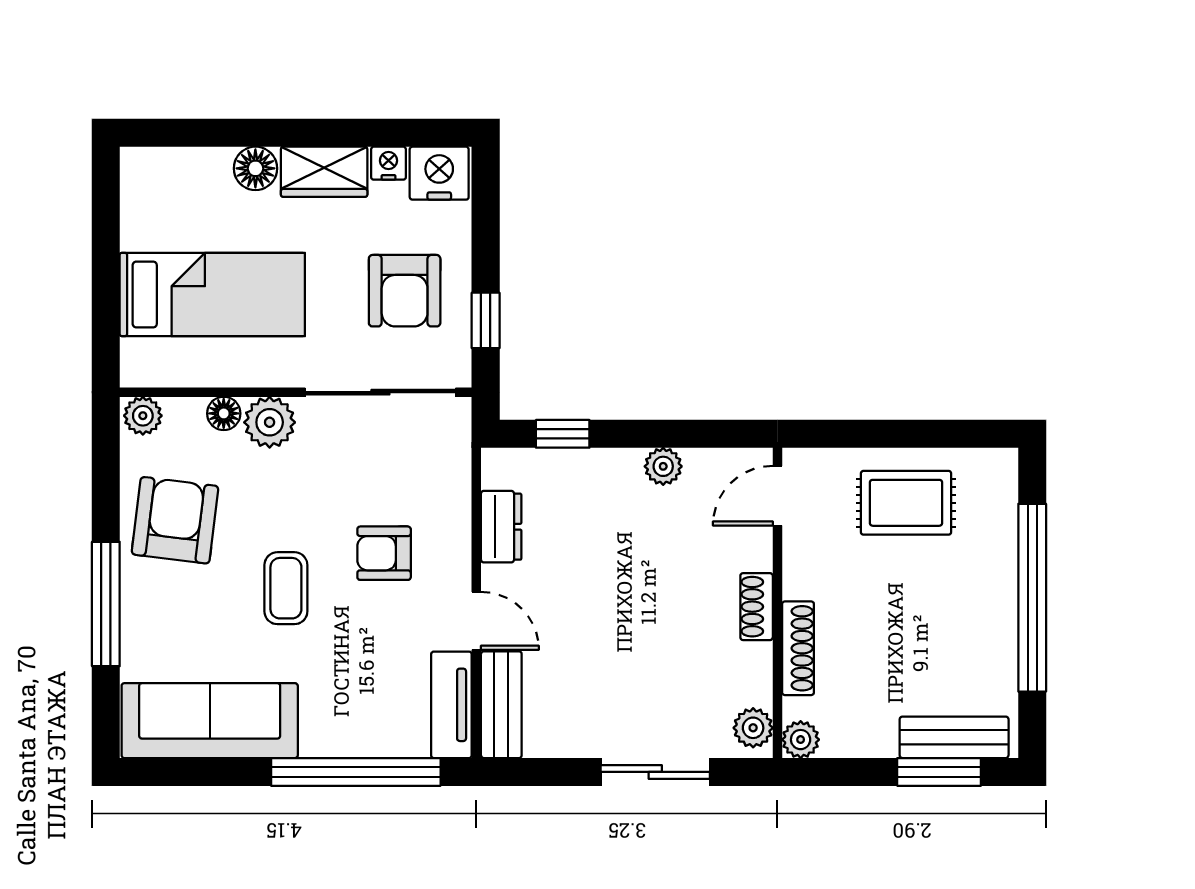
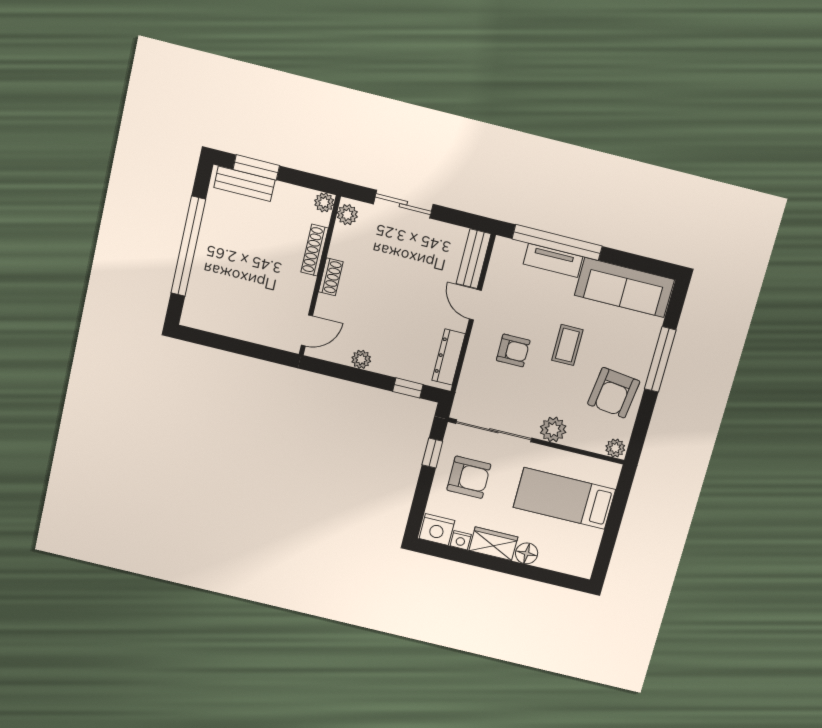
armchair: (405, 291) -> (469, 477), turned 90
floor lamp: (224, 413) -> (575, 439), removed
rug: (906, 503) -> (242, 311), removed
dresser: (501, 527) -> (449, 357), width x1.44
tv unit: (451, 705) -> (553, 260), moved, turned 90

